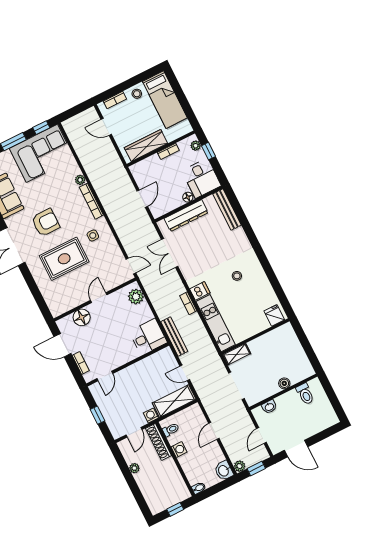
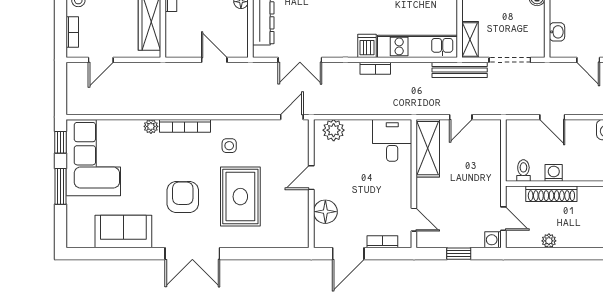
door: (99, 298) -> (311, 178), hinge flipped
bench: (174, 337) -> (460, 70), moved
shelving: (174, 401) -> (428, 148), moved
washing machine: (151, 416) -> (493, 240), moved
shoe rack: (158, 442) -> (551, 194), moved

